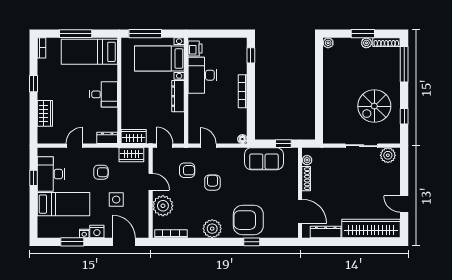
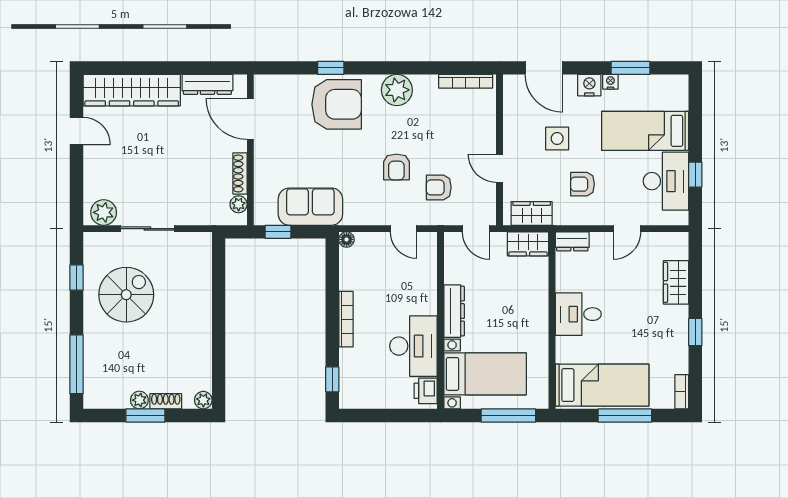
shoe rack: (386, 42) -> (166, 401), moved, width x0.70
plant: (163, 206) -> (479, 128), removed

